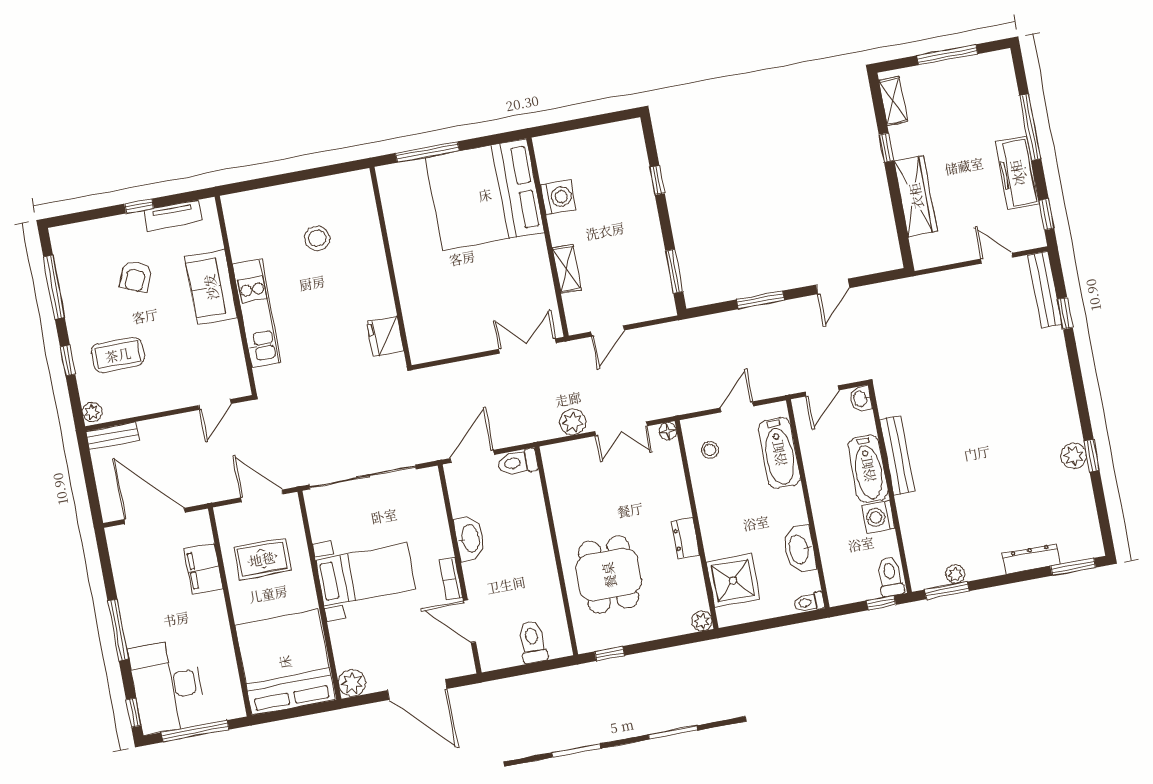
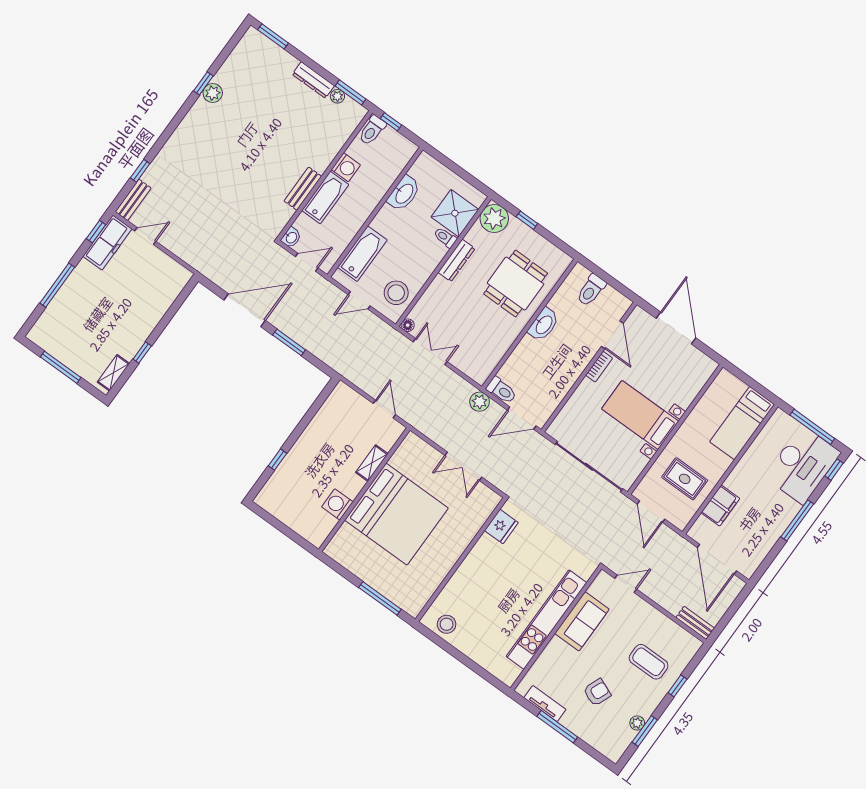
freezer: (1017, 173) -> (107, 243), moved
bed: (485, 195) -> (396, 514), moved
wardrobe: (916, 196) -> (153, 312), removed
window: (139, 206) -> (557, 727), width x2.17
stool: (317, 238) -> (447, 624), moved
door: (997, 258) -> (145, 236), swing flipped
window: (674, 271) -> (318, 404), removed
door: (833, 286) -> (245, 310), width x1.87
window: (54, 287) -> (645, 731), width x0.69
sofa: (211, 287) -> (582, 621), moved
bench: (1045, 289) -> (133, 200), width x0.73
kitchen unit: (257, 313) -> (546, 620), width x1.36
door: (608, 331) -> (384, 409), hinge flipped
double door: (527, 346) -> (463, 466), moved
plant: (92, 412) -> (637, 723), moved
plant: (573, 422) -> (480, 402), moved
stool: (710, 450) -> (396, 293), width x1.89, depth x1.89
bench: (897, 455) -> (303, 189), width x0.73
washbasin: (470, 538) -> (544, 325), moved, turned 180
dresser: (686, 538) -> (457, 260), width x1.44
dresser: (1031, 559) -> (313, 80), moved
toilet: (809, 602) -> (445, 237), moved, turned 180
plant: (702, 621) -> (494, 218), width x1.88, depth x1.88
window: (610, 654) -> (527, 220), moved
bed: (285, 662) -> (742, 423), width x0.49
plant: (352, 683) -> (706, 367), removed

